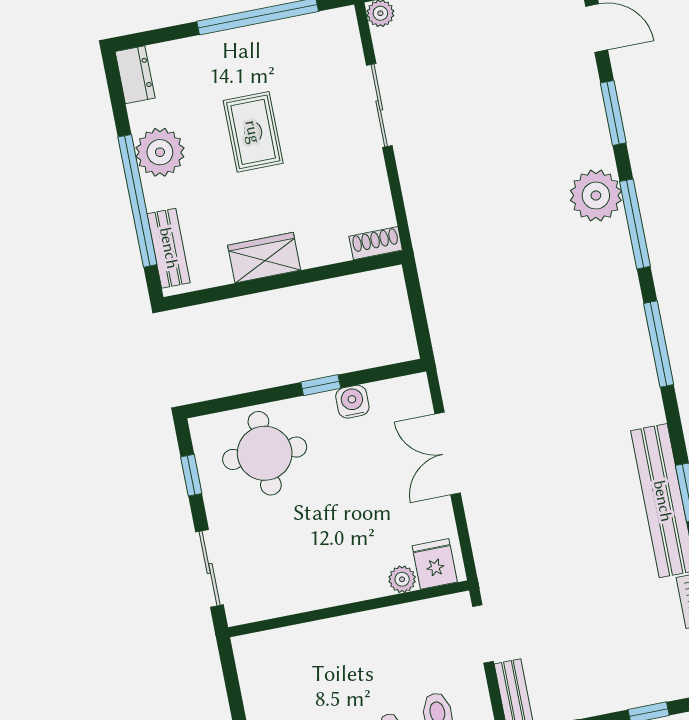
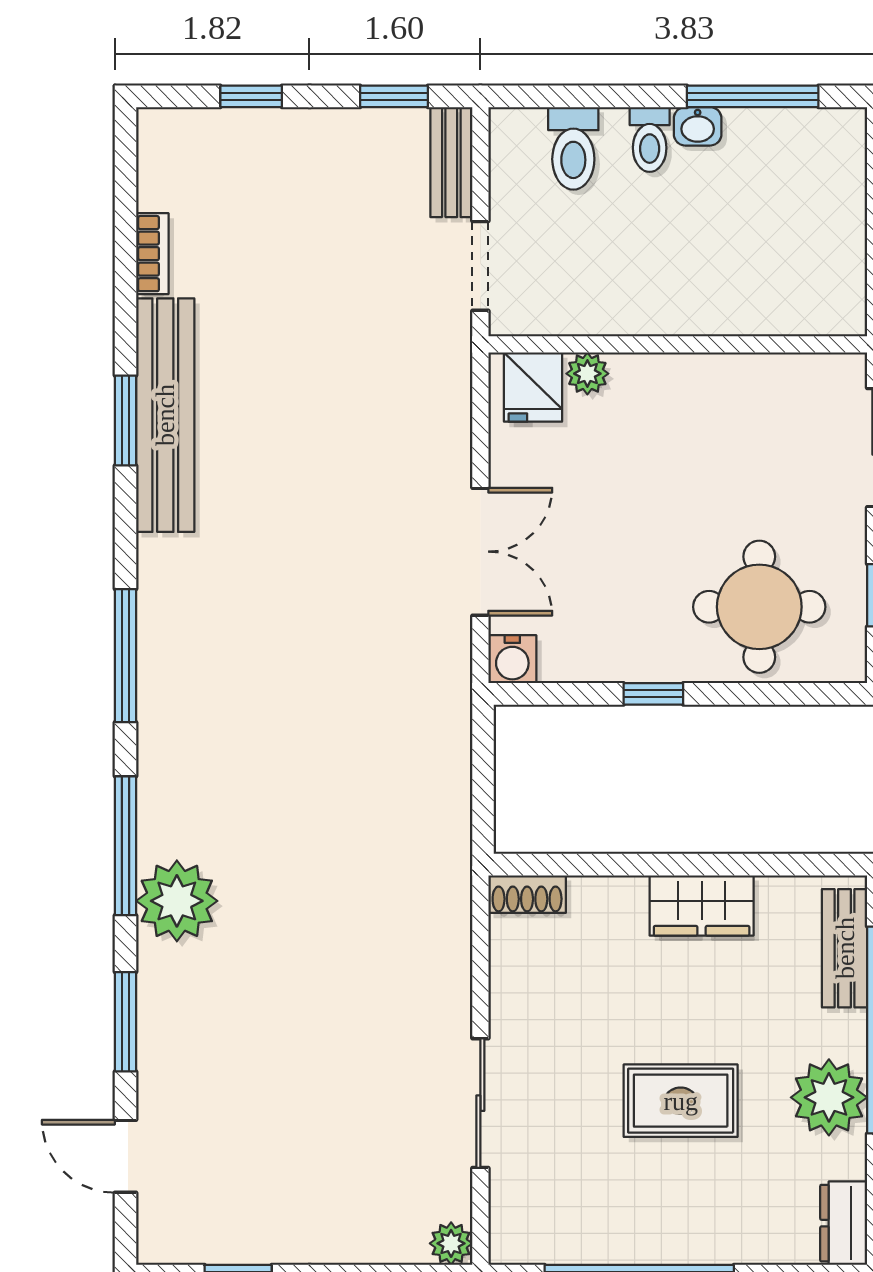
rug: (253, 132) -> (681, 1101), turned 90
water cooler: (352, 402) -> (512, 659), moved

